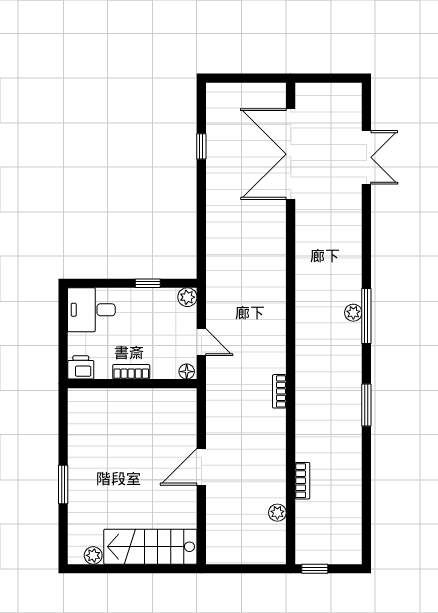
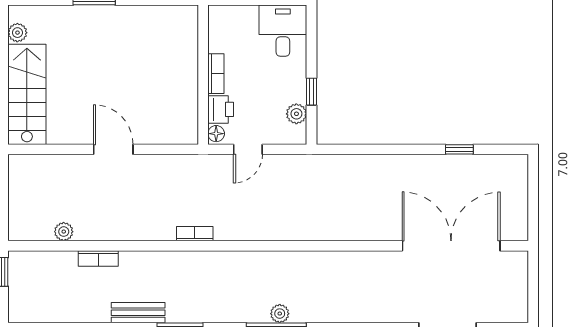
plant: (187, 297) -> (296, 114), moved
printer: (81, 367) -> (221, 109), moved
bench: (352, 444) -> (138, 313), added

